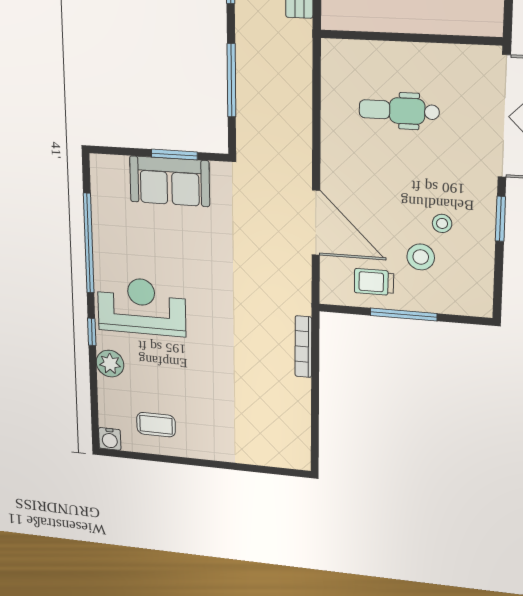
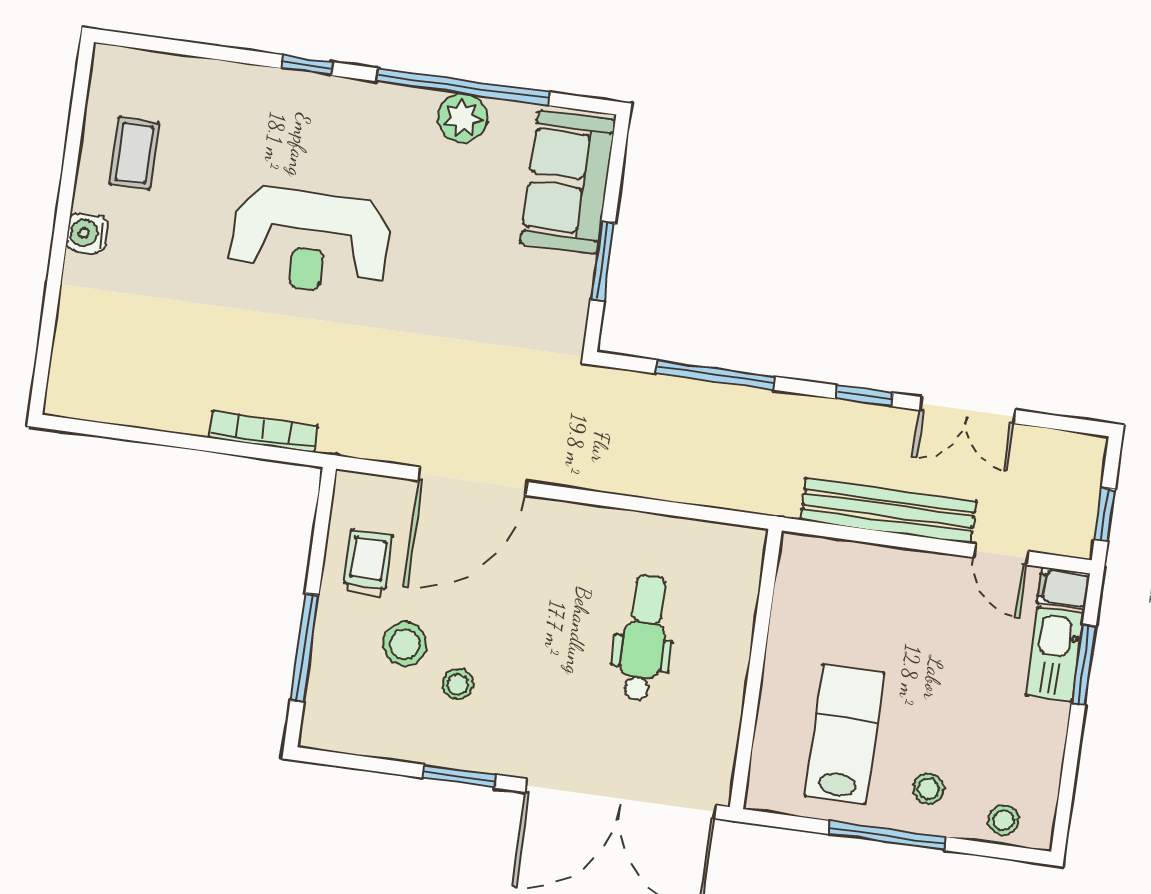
sofa: (170, 181) -> (568, 182), moved
reception desk: (141, 306) -> (310, 241), moved, turned 90
window: (404, 314) -> (305, 648), moved
plant: (110, 364) -> (463, 118), moved
water cooler: (110, 439) -> (87, 233), moved

